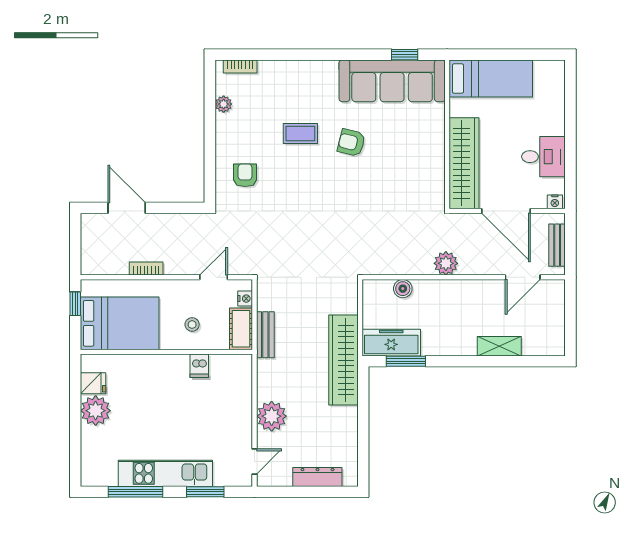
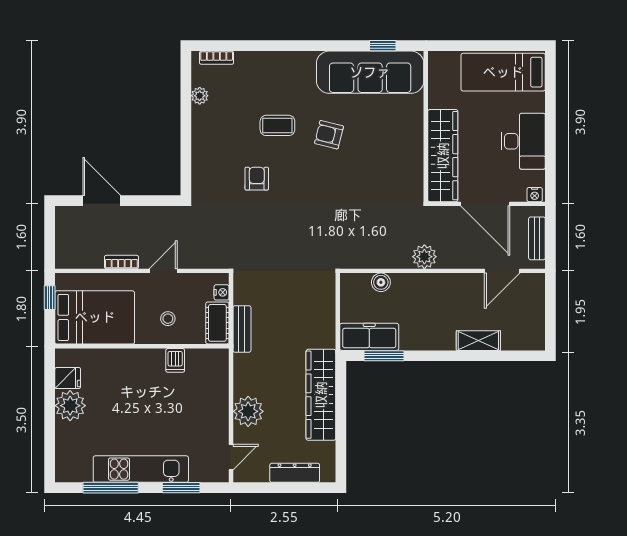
bed: (491, 78) -> (503, 72), moved, turned 180
desk: (543, 157) -> (523, 141), width x1.37
armchair: (245, 175) -> (257, 179), moved
door: (214, 277) -> (163, 271), moved
wardrobe: (343, 360) -> (321, 395), moved

